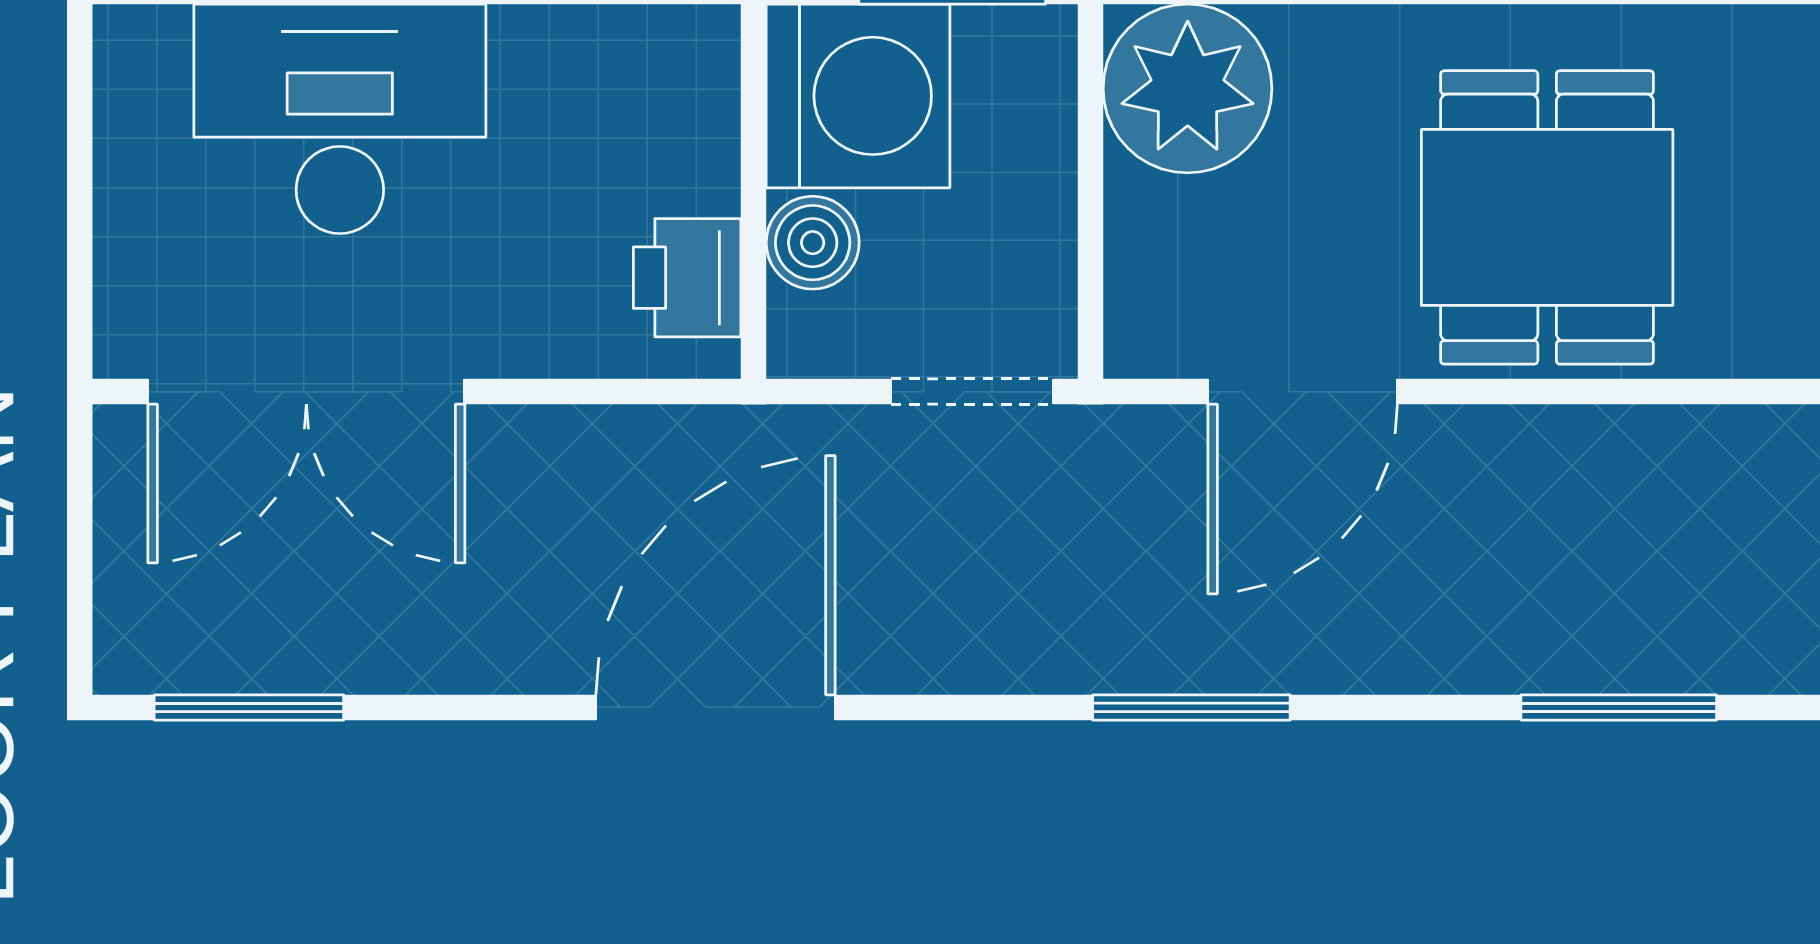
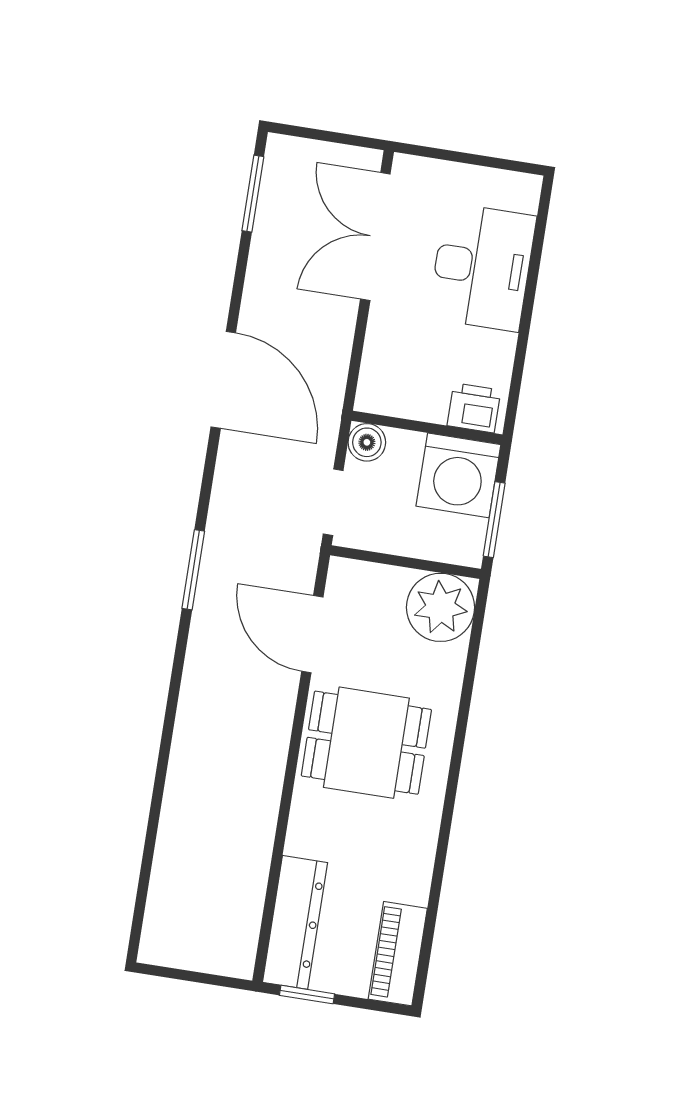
boiler: (813, 243) -> (367, 442), moved
printer: (687, 278) -> (474, 408), moved
window: (1619, 707) -> (166, 740), removed

